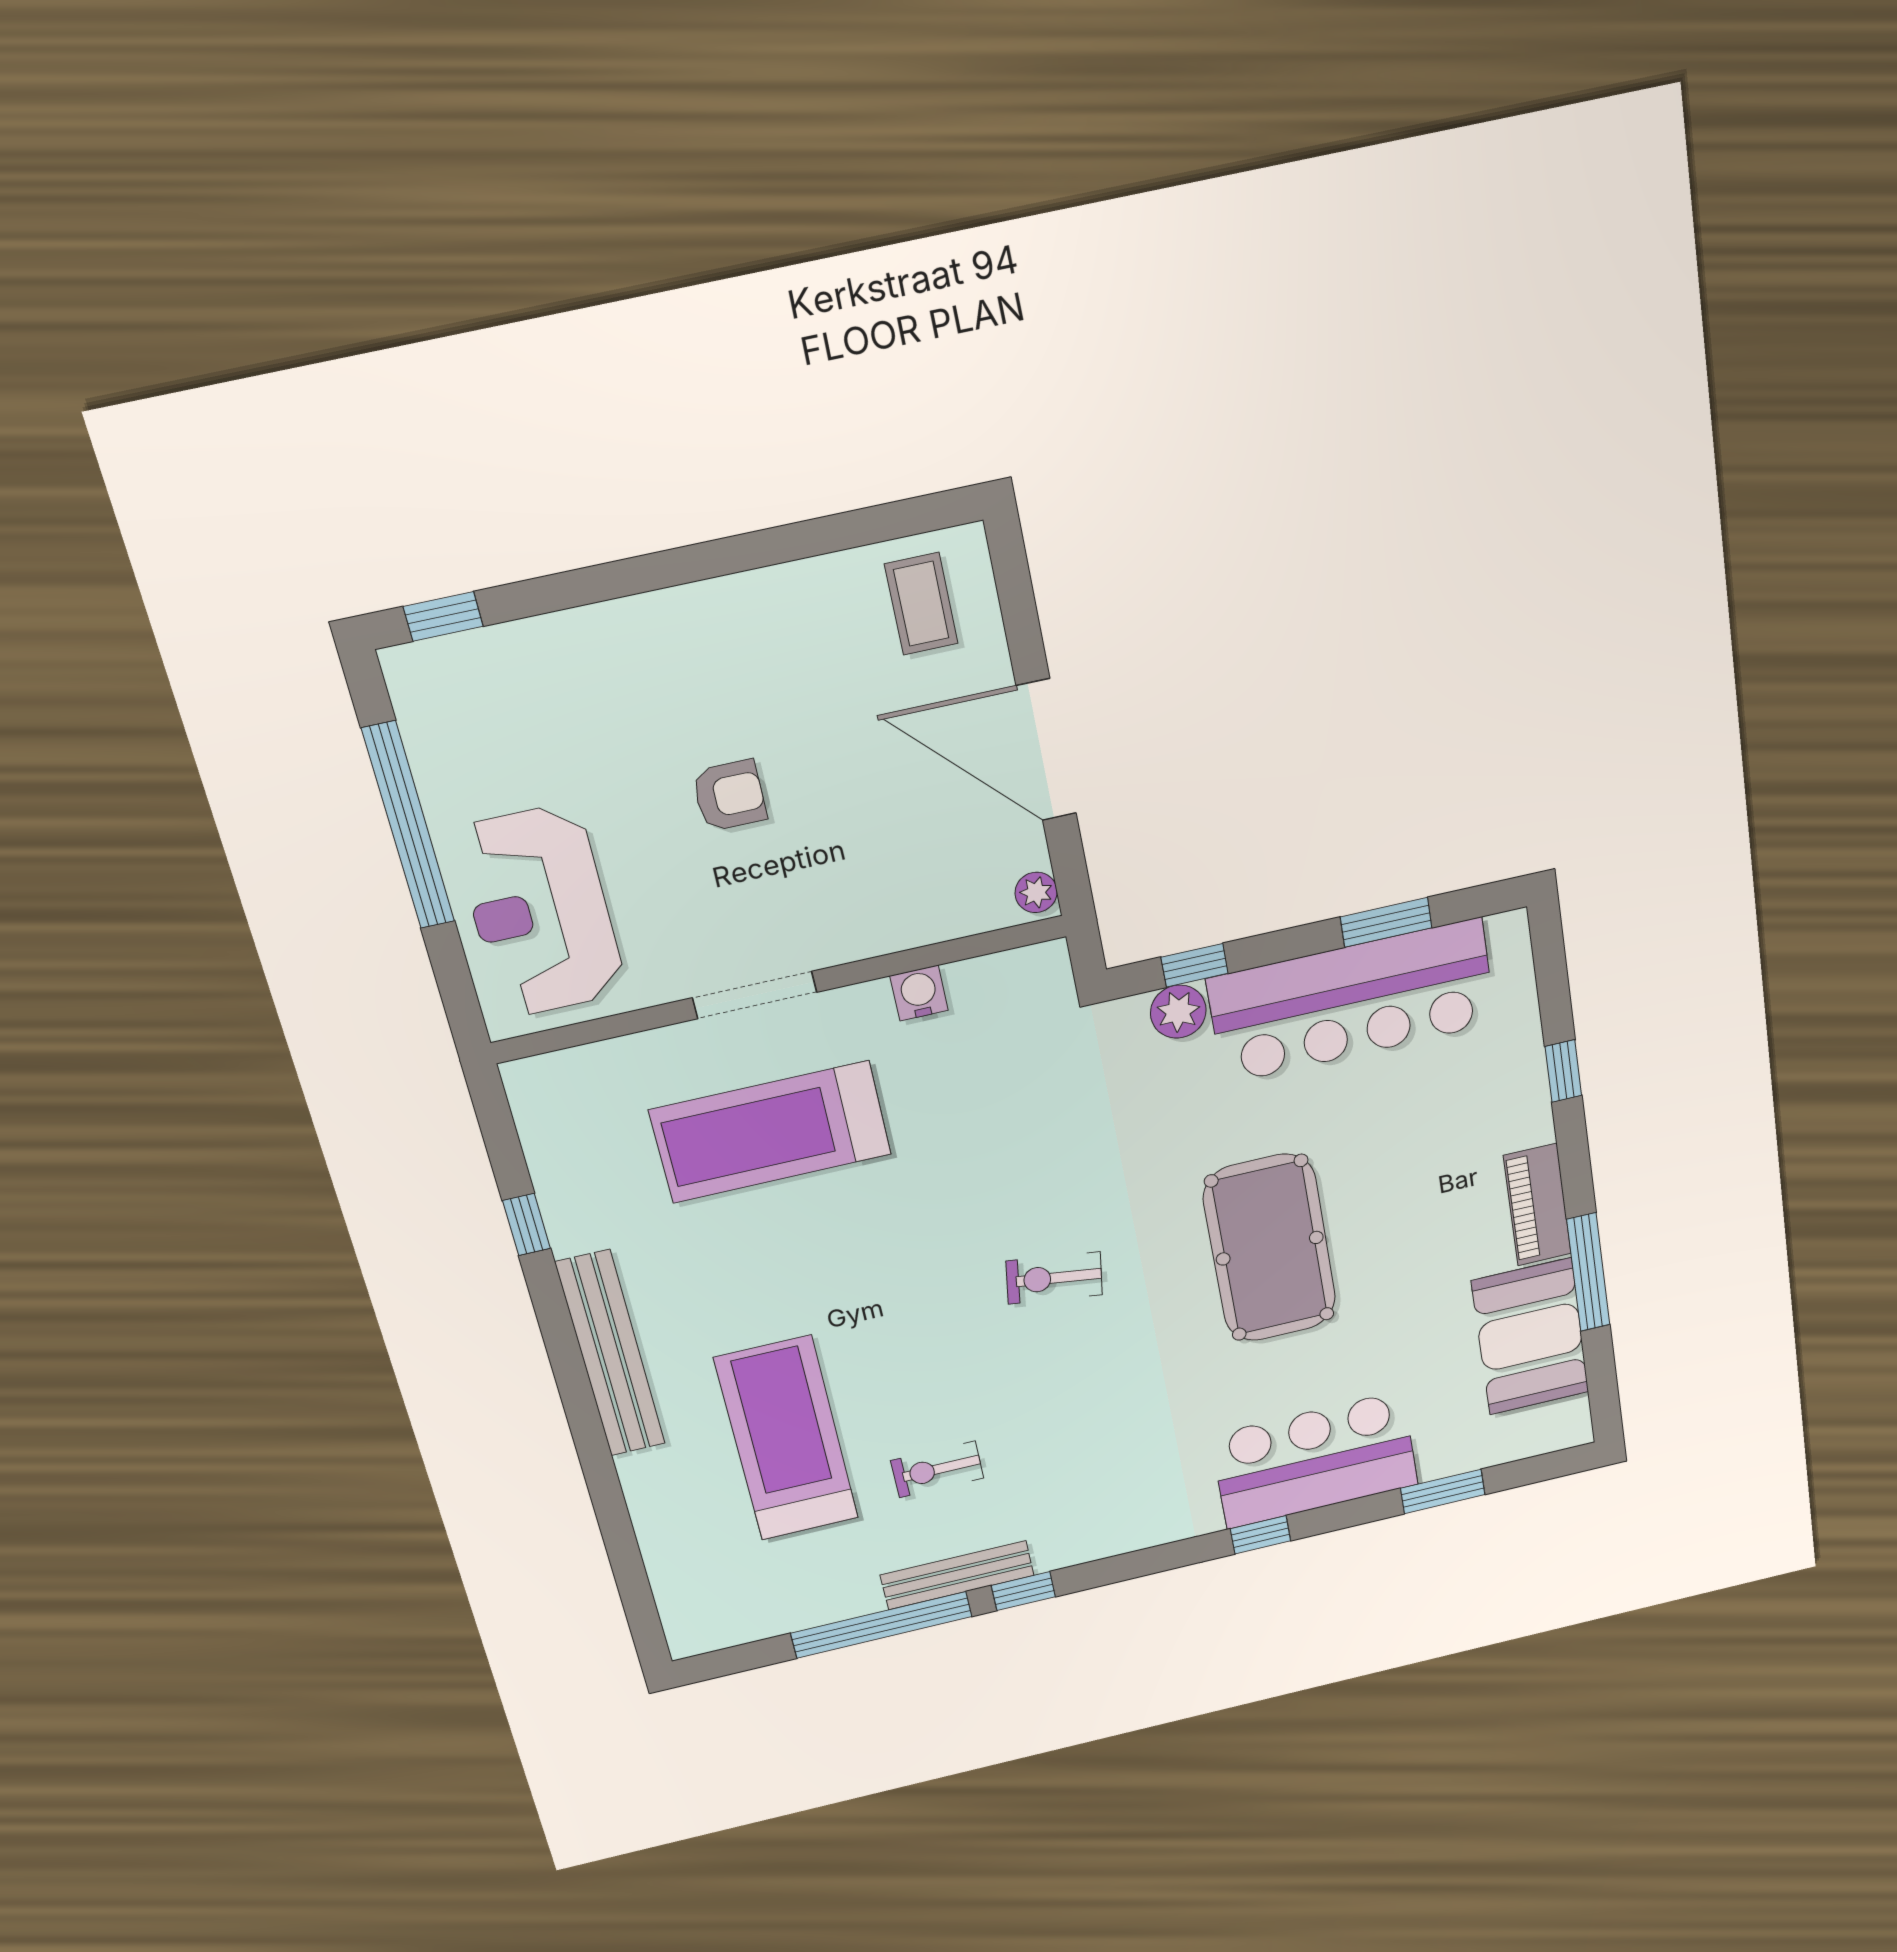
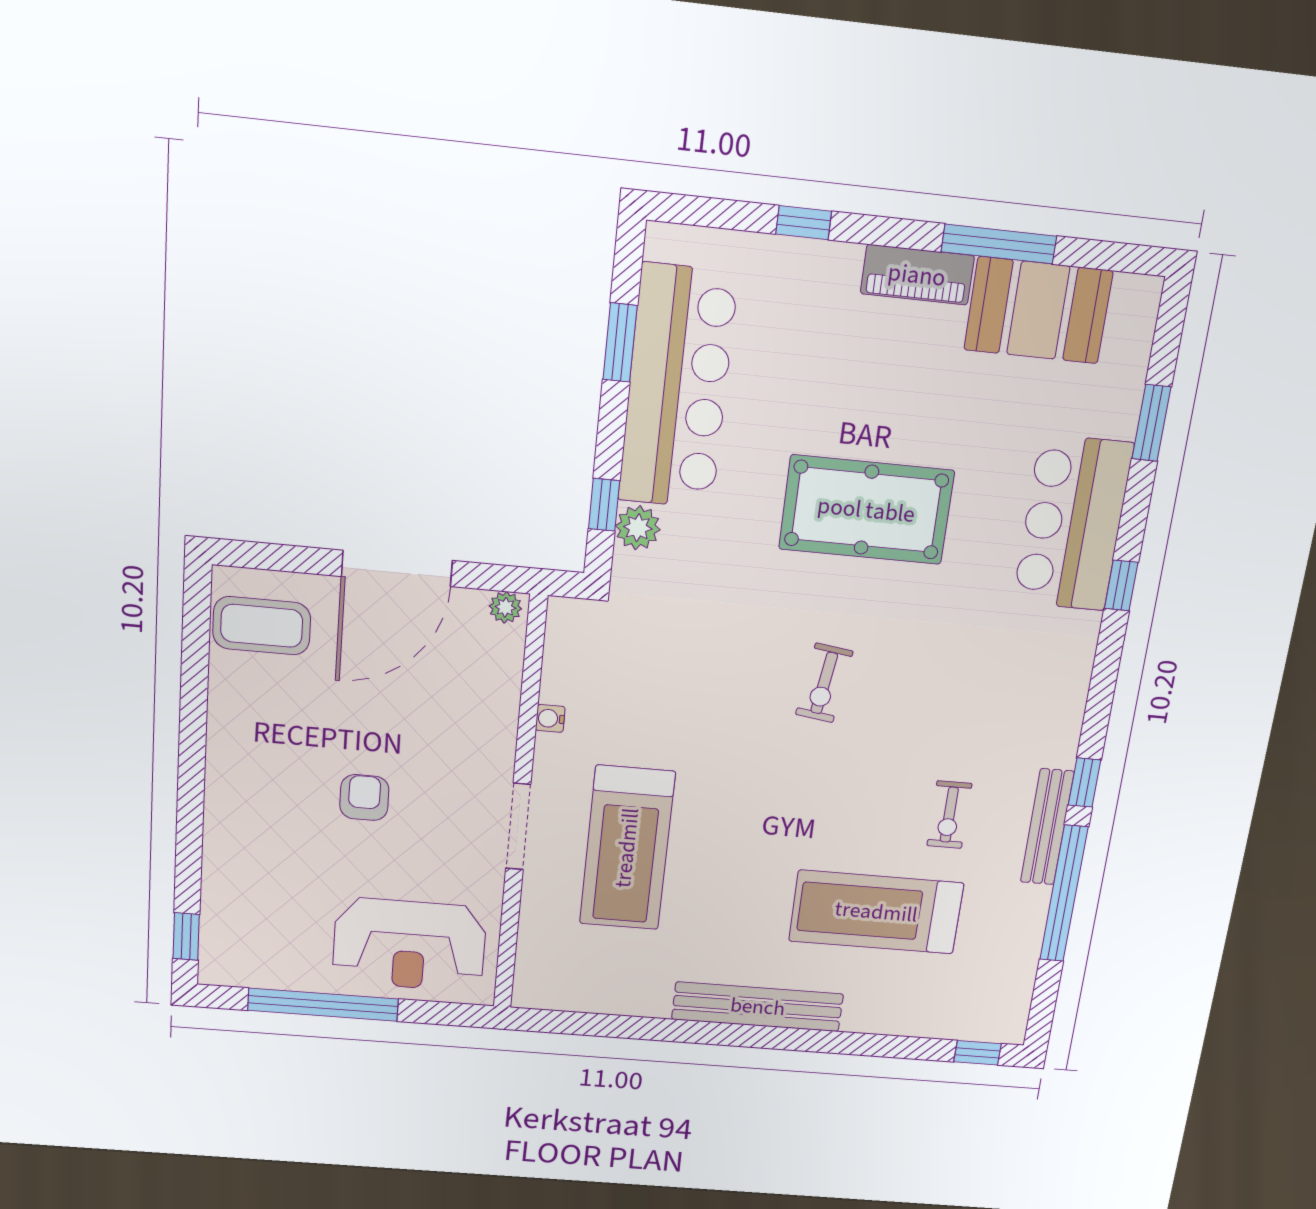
coffee table: (921, 604) -> (262, 626), width x1.36, depth x1.30
water cooler: (919, 993) -> (550, 718), width x0.72, depth x0.72
window: (527, 1225) -> (977, 1053), moved

